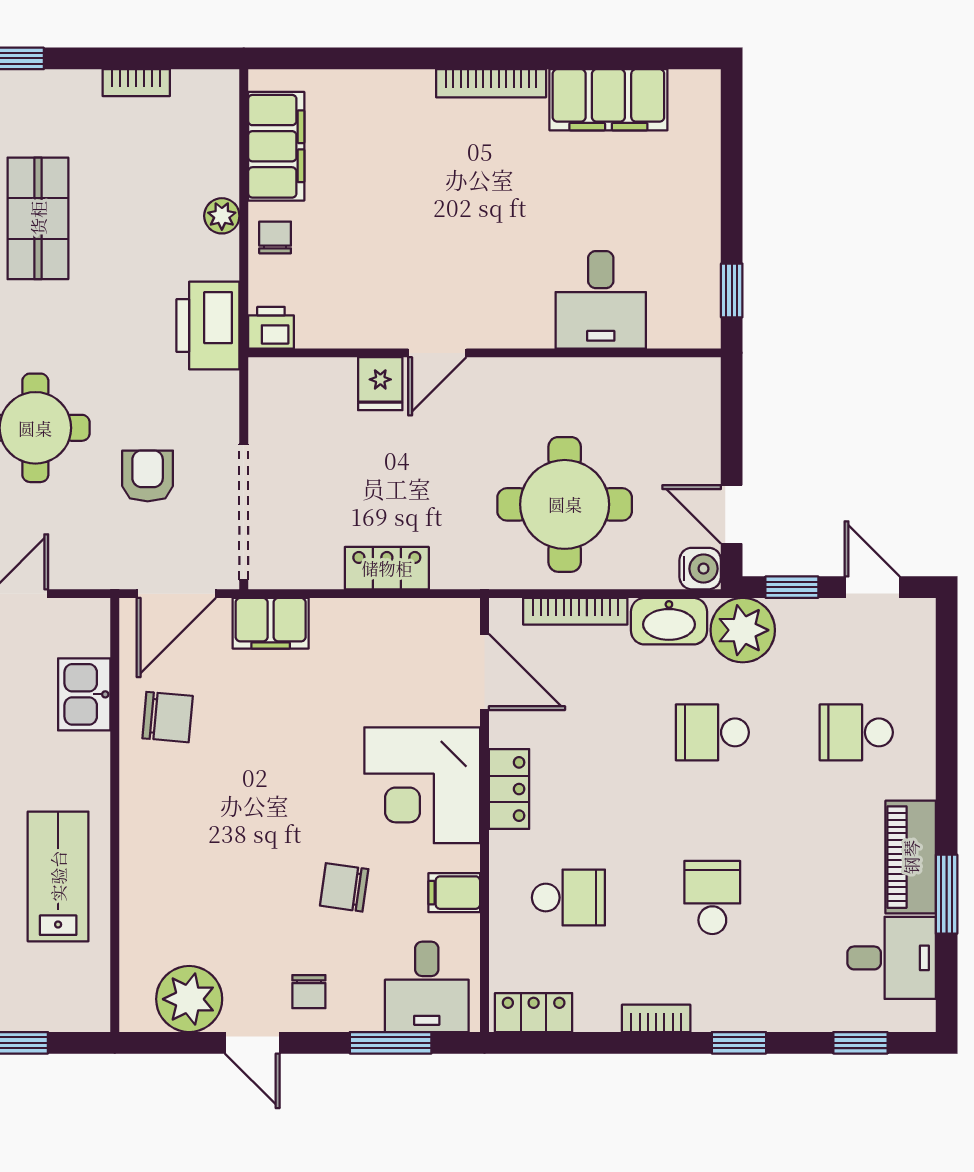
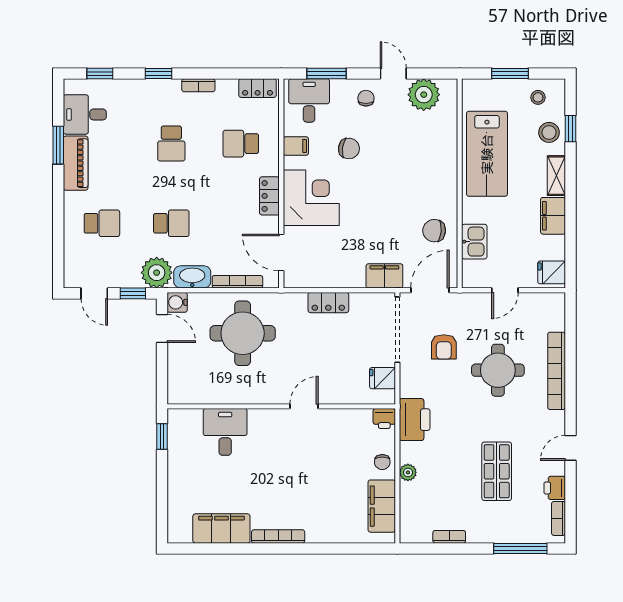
fridge: (380, 384) -> (383, 378), moved, turned -90
lab bench: (58, 876) -> (487, 154), width x1.36, depth x1.39

